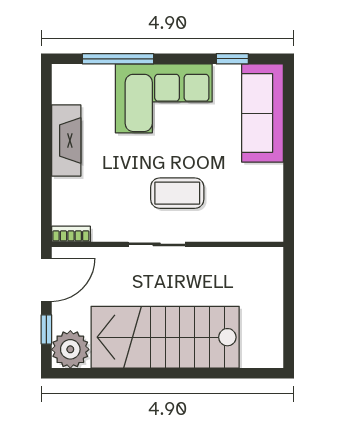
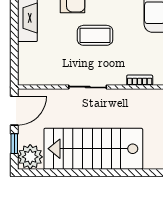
coffee table: (177, 193) -> (95, 35), moved
bookcase: (71, 234) -> (140, 80), moved

